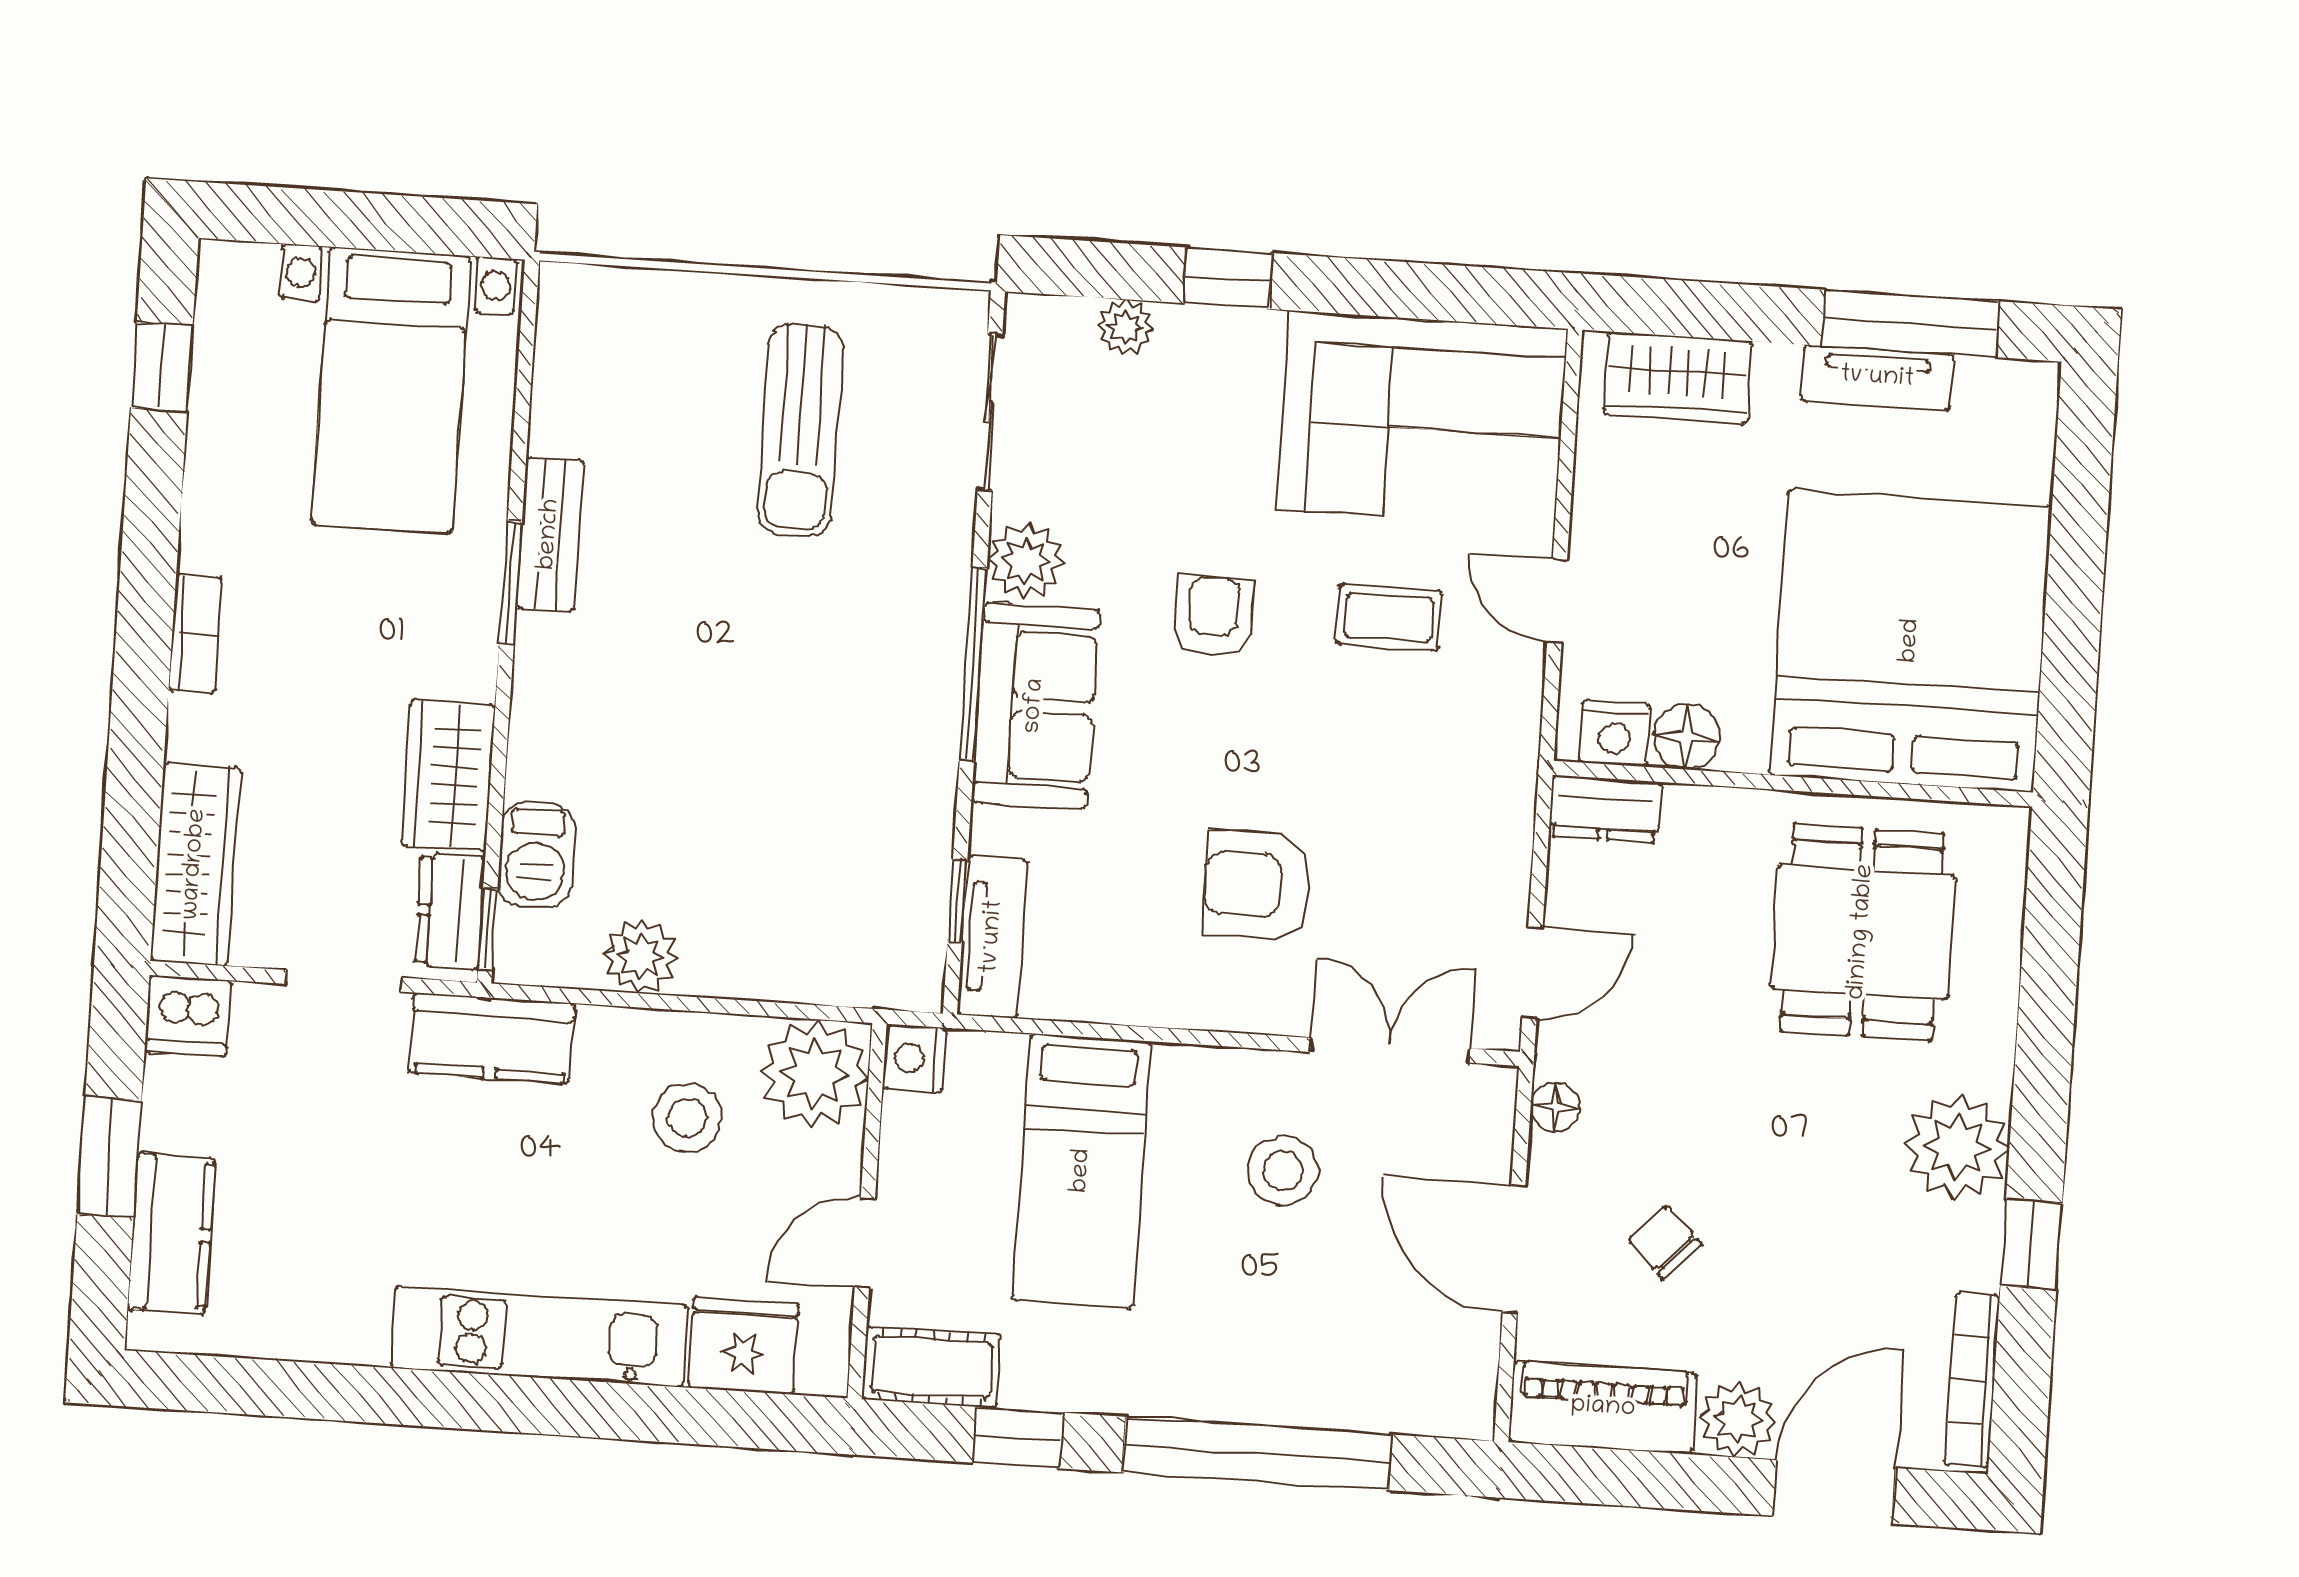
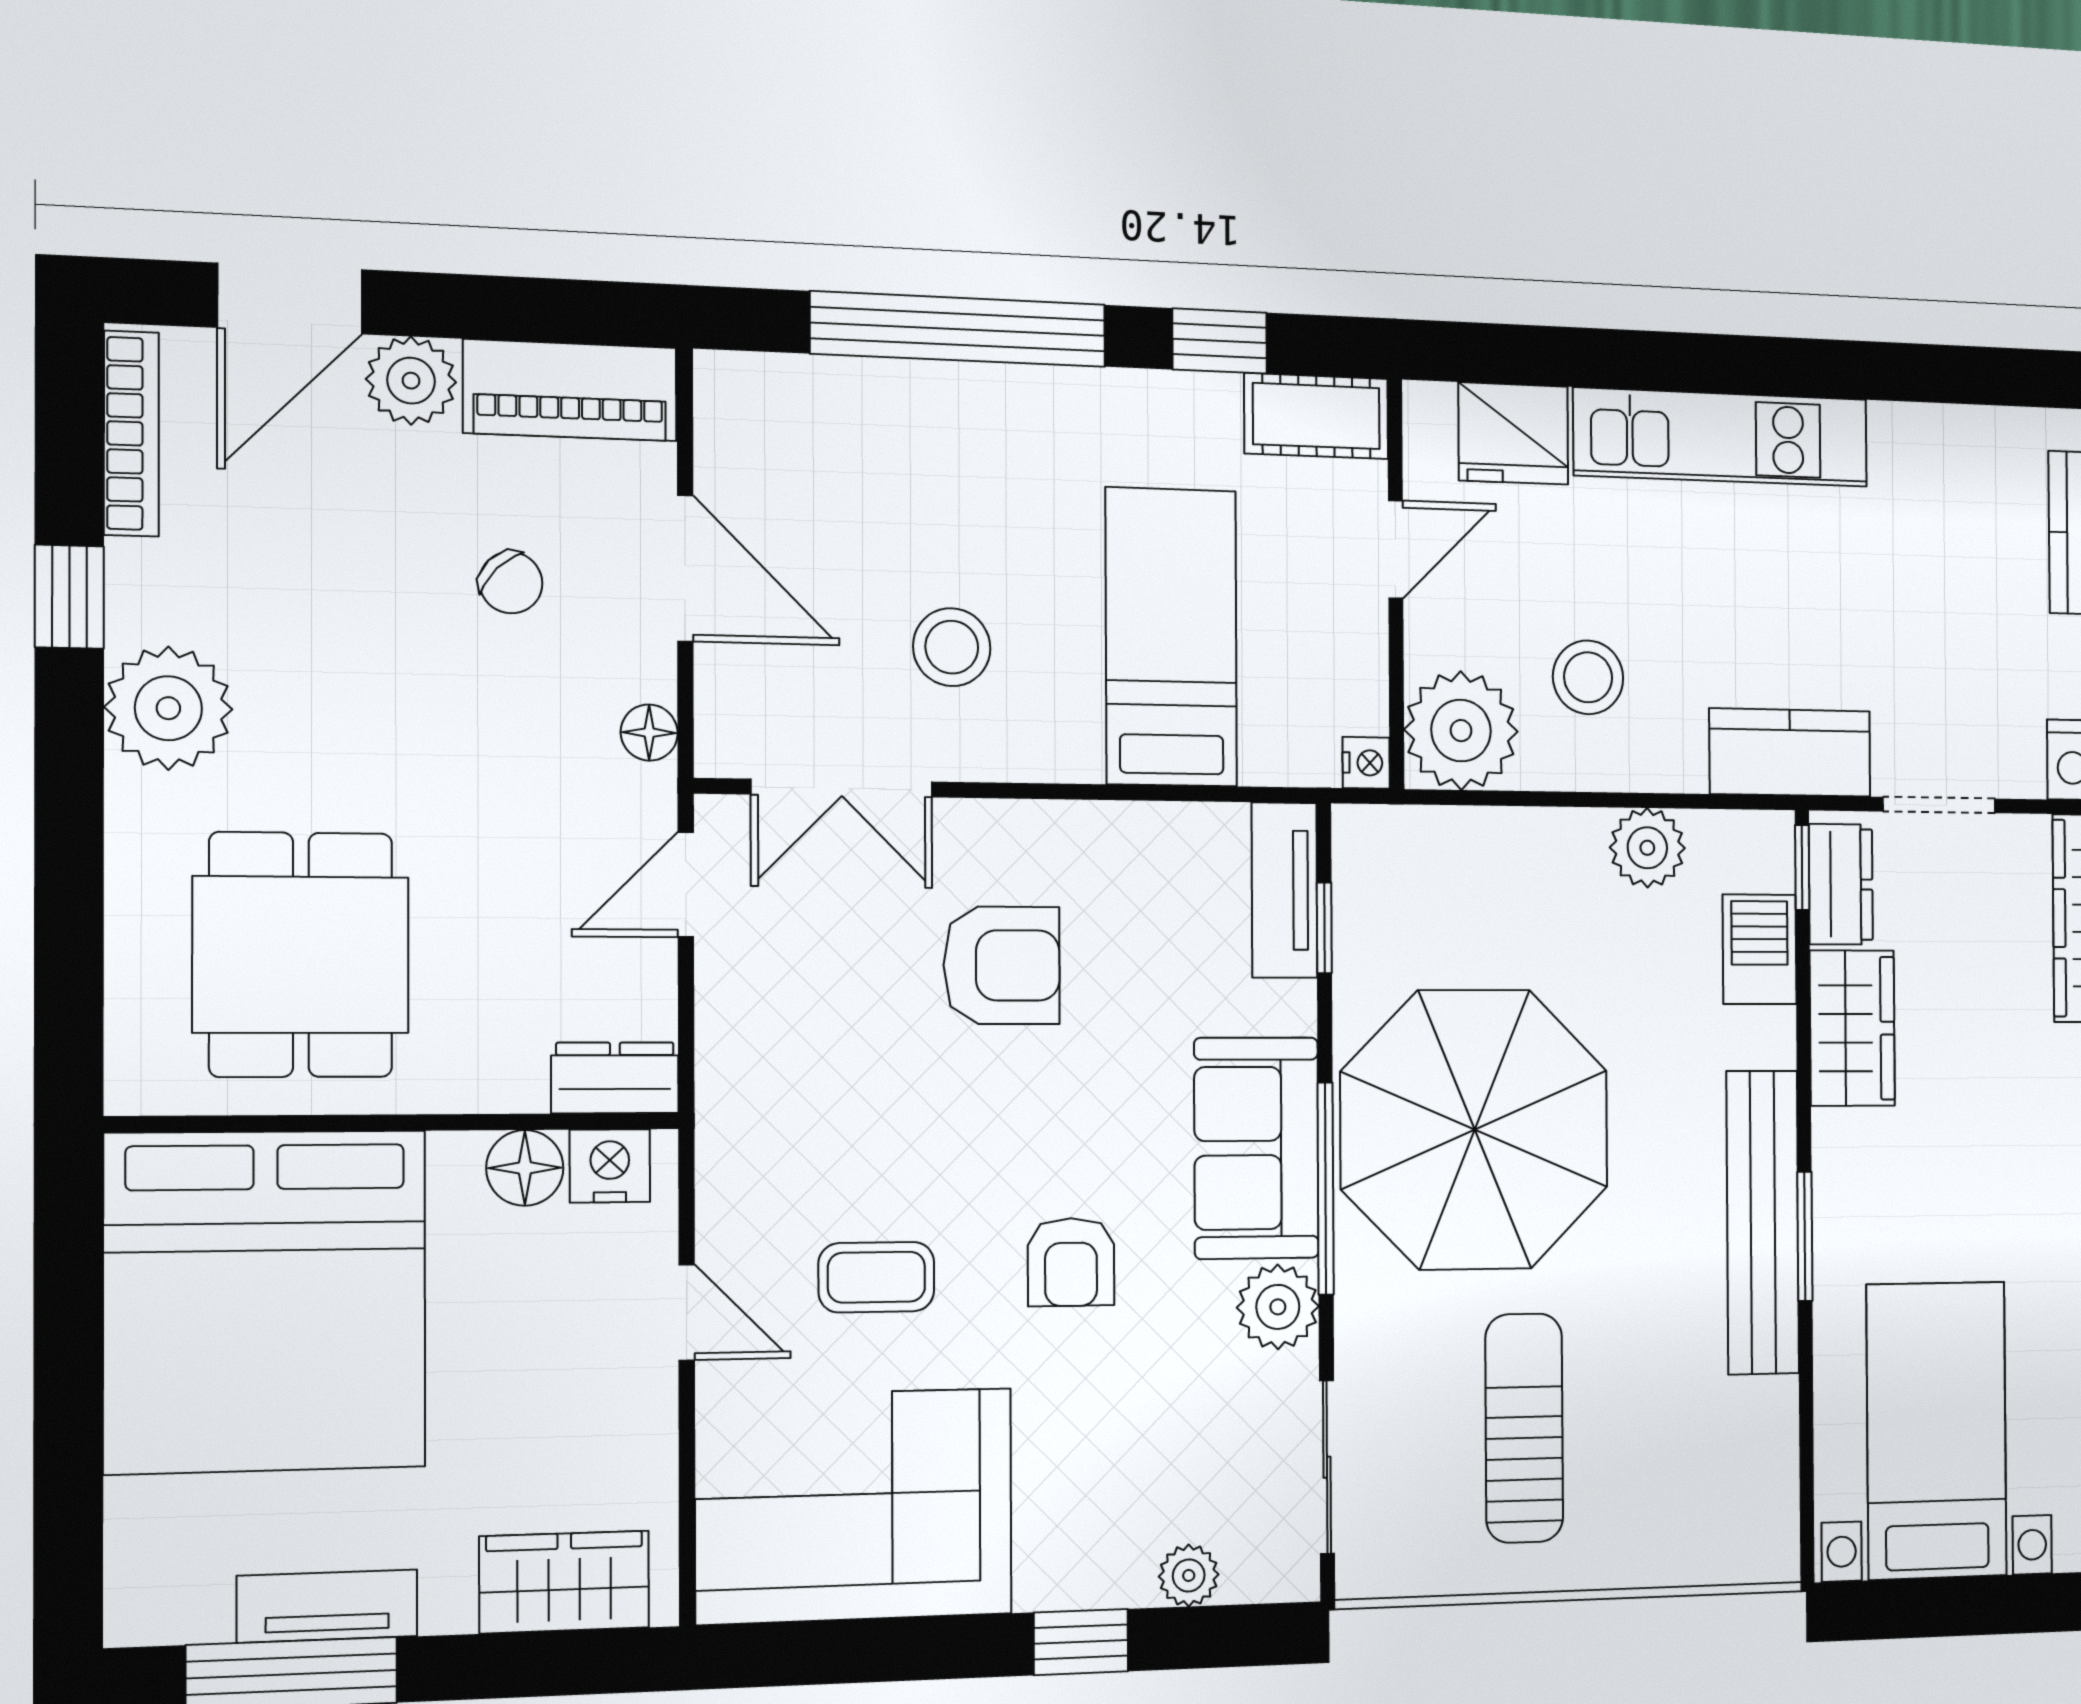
bench: (550, 534) -> (1763, 1222), width x1.86, depth x1.21
parasol: (828, 707) -> (1475, 1130), added
nightstand: (914, 1058) -> (1366, 763), width x0.72, depth x0.74

